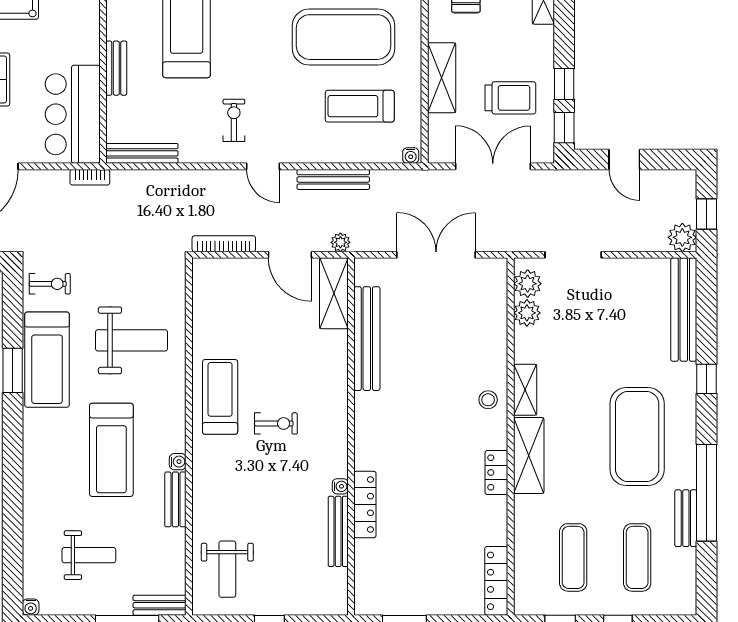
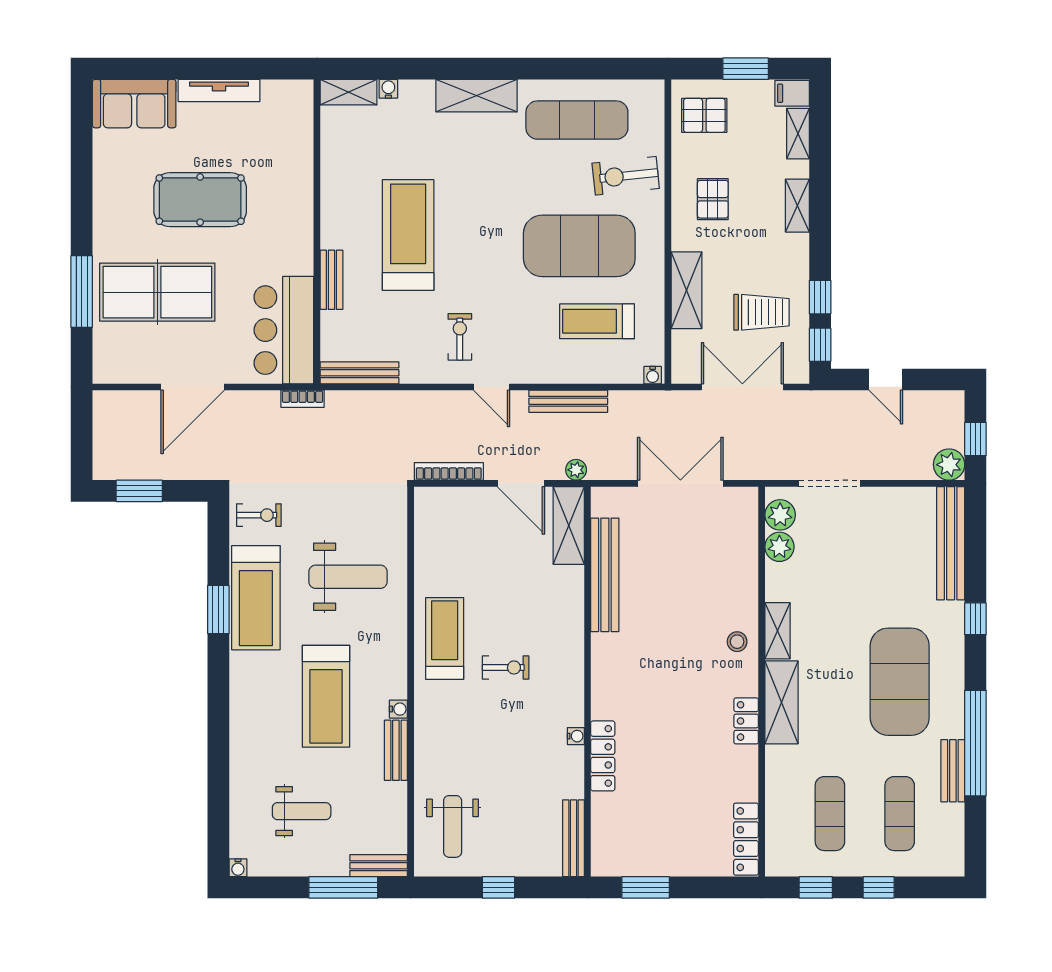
bench: (338, 531) -> (573, 838), moved

